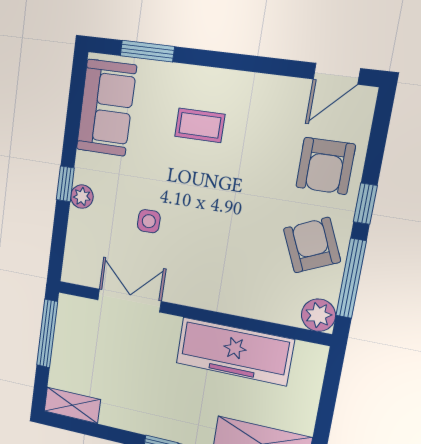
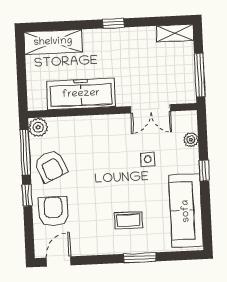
window: (147, 51) -> (140, 258), moved
sofa: (106, 108) -> (186, 211), width x1.36
plant: (82, 197) -> (191, 140), moved

